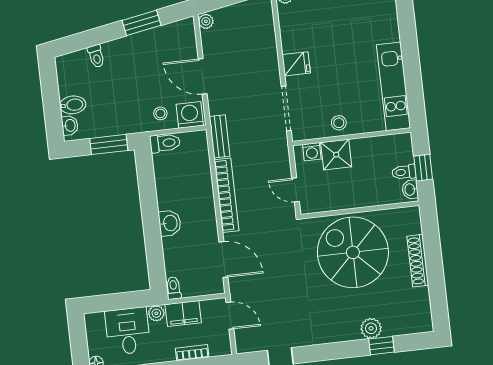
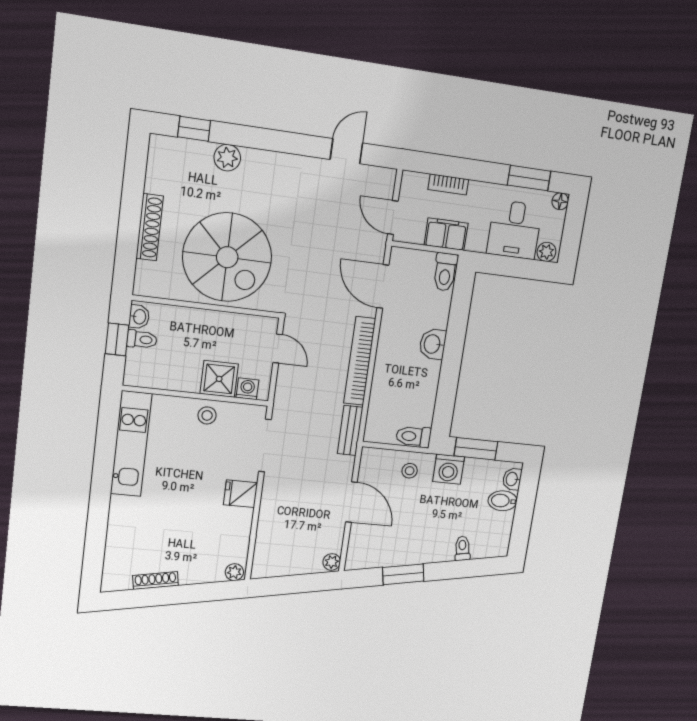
washing machine: (190, 115) -> (449, 469), moved
toilet: (173, 288) -> (445, 272), width x1.37, depth x1.39
plant: (156, 313) -> (546, 252), moved
window: (382, 346) -> (194, 129), moved

